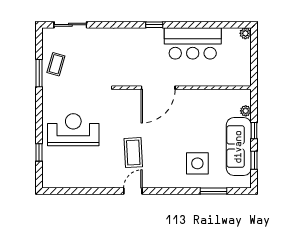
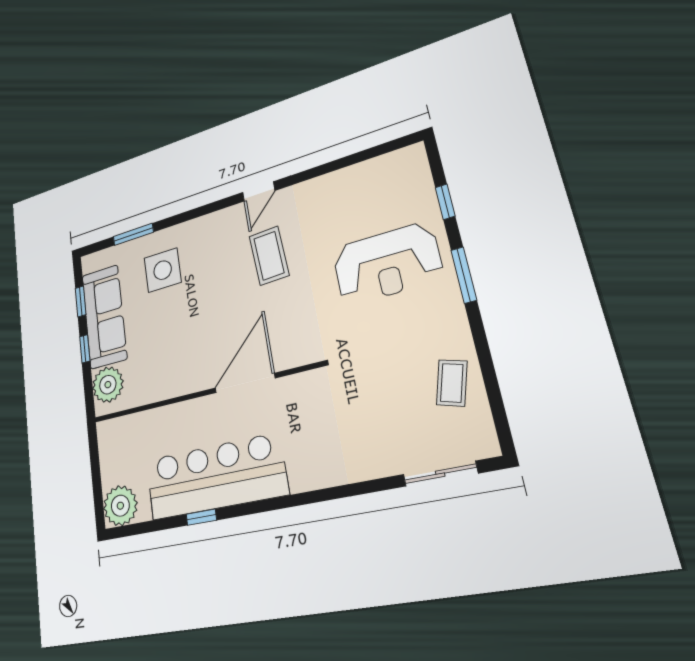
window: (154, 25) -> (201, 517), moved
plant: (245, 33) -> (120, 506), width x1.87, depth x1.87
bar counter: (193, 43) -> (215, 477), width x1.36
window: (39, 73) -> (464, 275), moved
plant: (246, 111) -> (108, 385), width x1.88, depth x1.88

